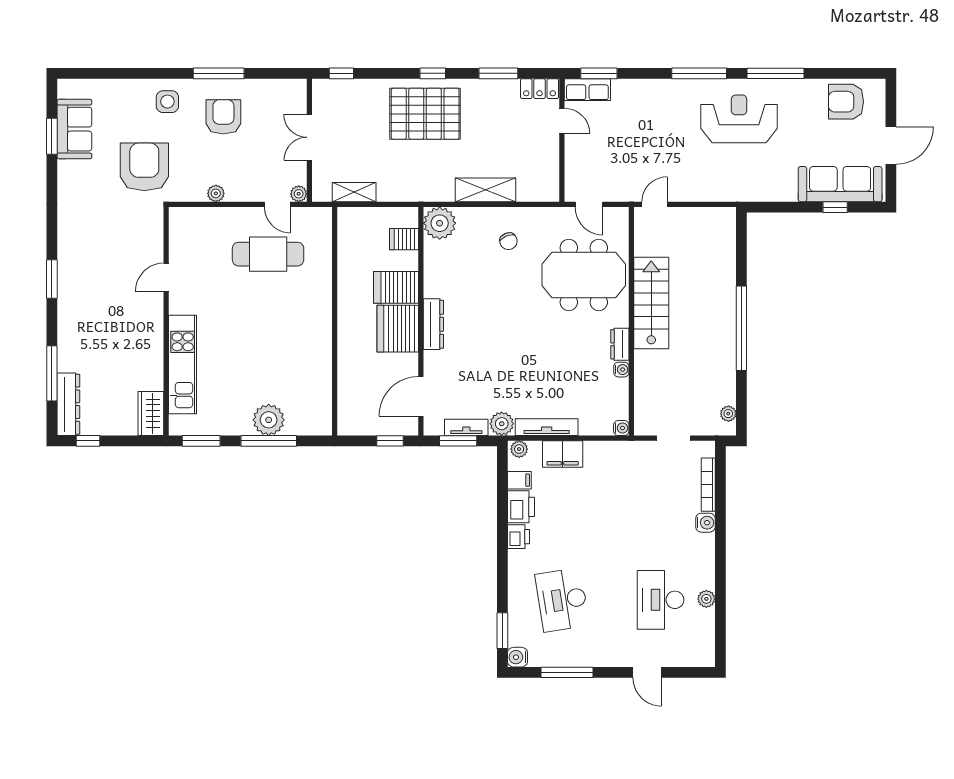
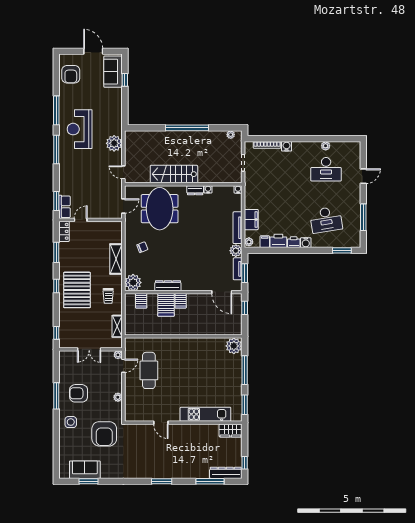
armchair: (144, 167) -> (104, 434), turned -90
trolley: (413, 175) -> (108, 296), added
sofa: (840, 184) -> (113, 72), width x0.73
plant: (711, 186) -> (114, 143), added
dresser: (433, 324) -> (168, 286), moved
server rack: (398, 329) -> (181, 301), width x0.46, depth x0.70
plant: (269, 420) -> (234, 346), moved
water cooler: (518, 657) -> (306, 243), moved

